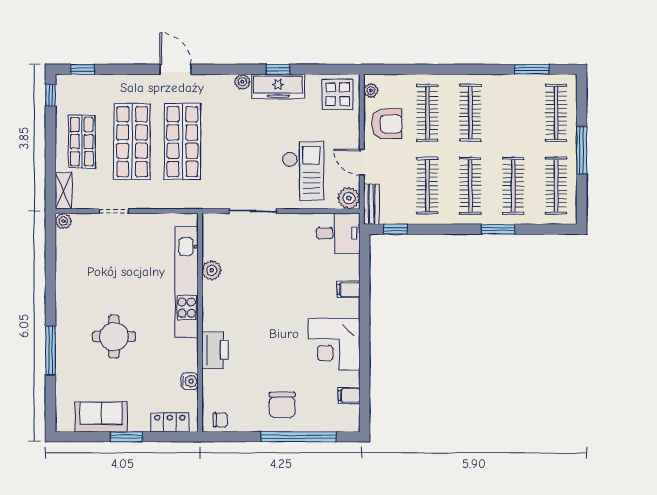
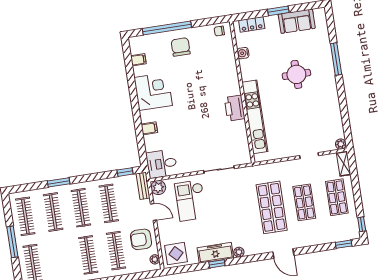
shop shelf: (132, 142) -> (304, 202), width x0.70, depth x0.74
plant: (212, 270) -> (240, 127), removed
printer: (215, 350) -> (235, 108), moved

